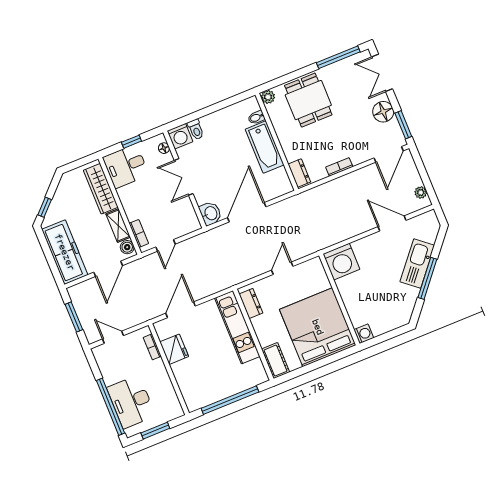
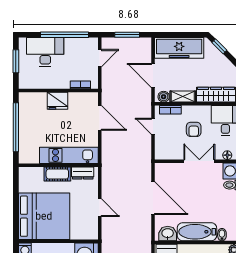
armchair: (150, 198) -> (194, 129), added
washbasin: (210, 213) -> (168, 234), moved, turned 180
fridge: (174, 349) -> (58, 101), moved
cot: (276, 361) -> (57, 174), moved
window: (110, 407) -> (64, 35), moved

